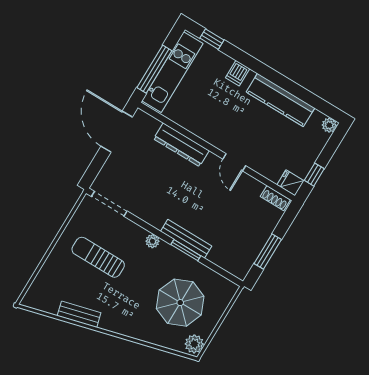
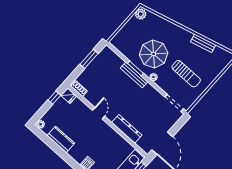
kitchen counter: (280, 100) -> (61, 139), width x0.67
parasol: (180, 303) -> (154, 54), moved

